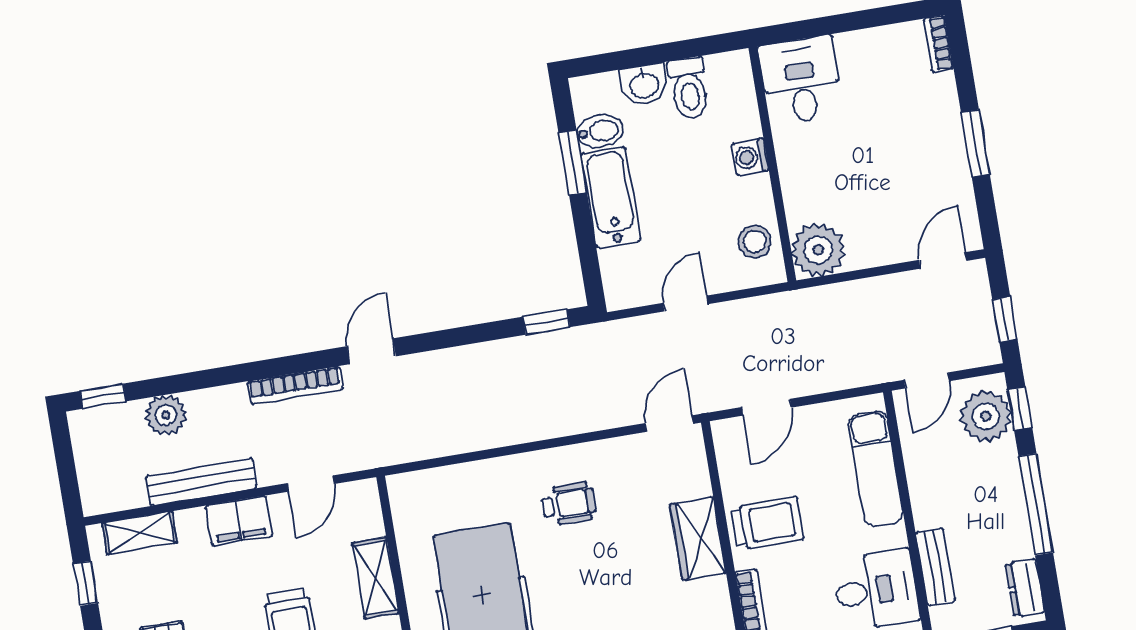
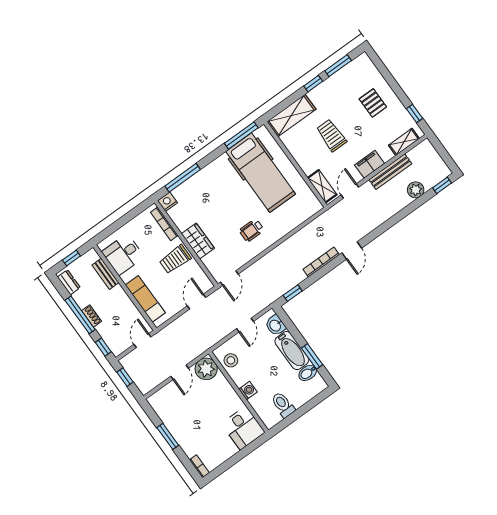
washbasin: (644, 85) -> (275, 325), moved, turned -90
door: (943, 260) -> (180, 372), moved
bookcase: (295, 385) -> (321, 262), moved
plant: (986, 416) -> (114, 338), removed
shoe rack: (1012, 490) -> (92, 316), added
shelving: (376, 578) -> (322, 186), moved

